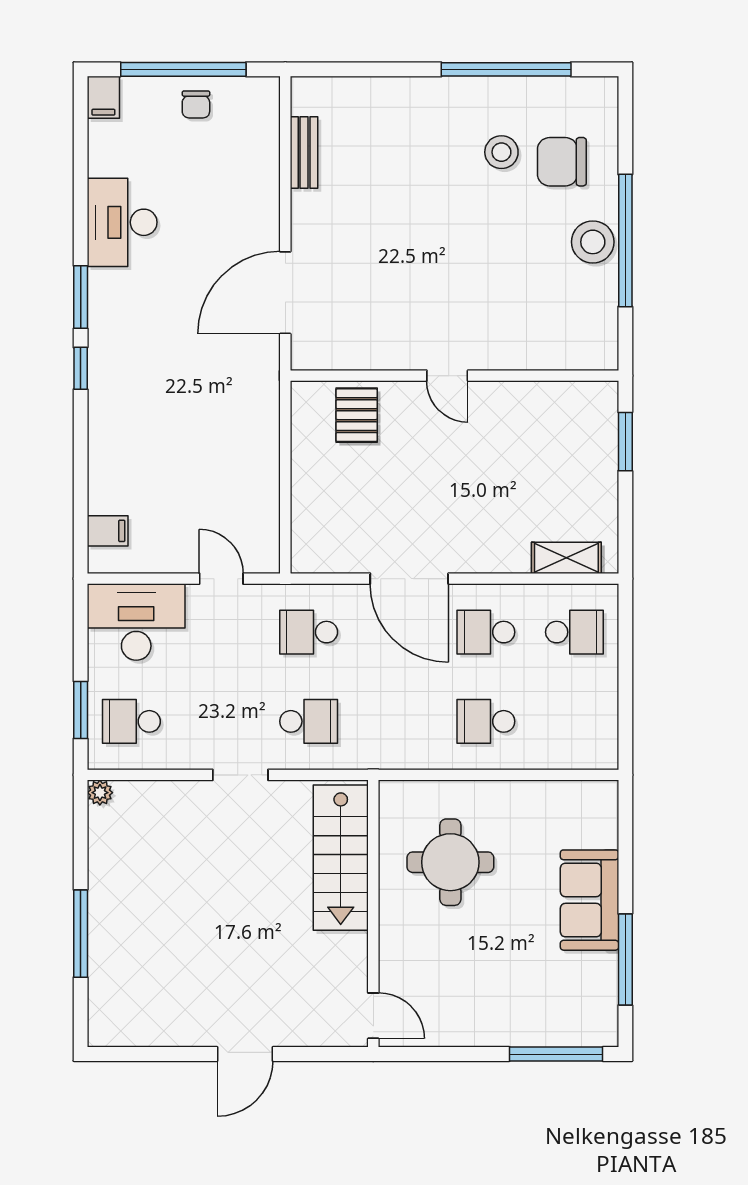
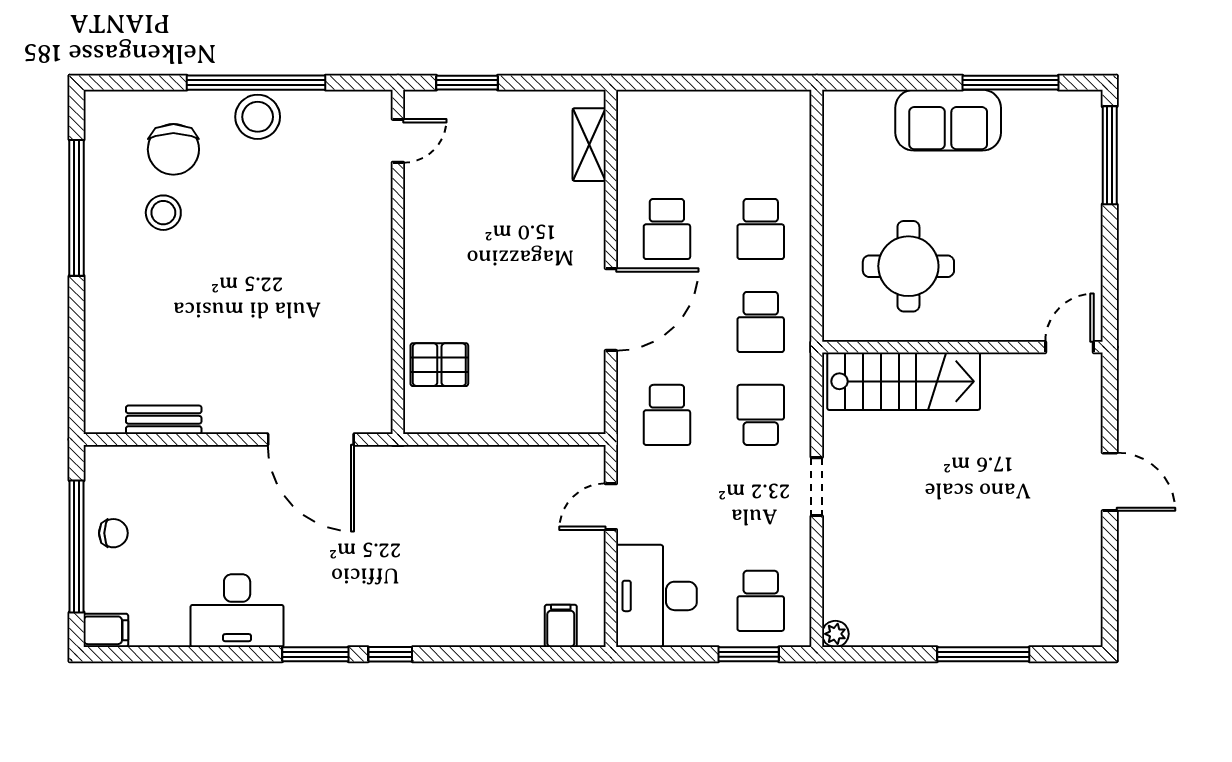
door: (447, 376) -> (398, 141), moved
school desk: (574, 632) -> (761, 322), moved, turned 180

